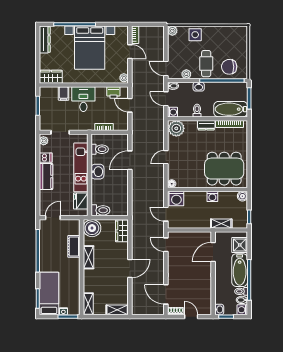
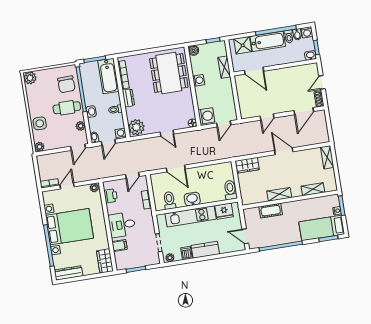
plant: (241, 32) -> (30, 78), added
door: (130, 105) -> (132, 175), moved
boiler: (92, 228) -> (249, 196), removed
door: (166, 245) -> (267, 117), moved
shelving: (88, 304) -> (313, 189), moved

